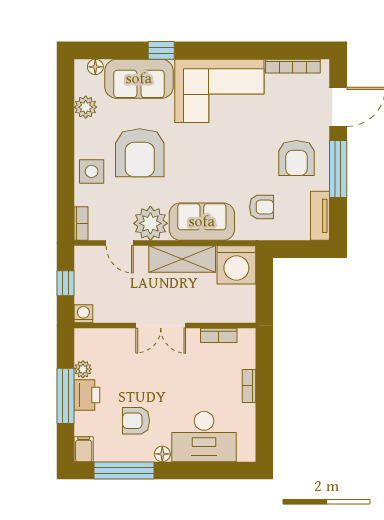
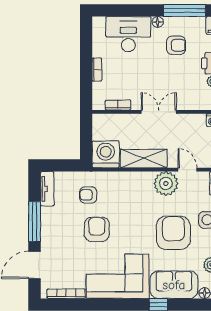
armchair: (297, 158) -> (97, 229), moved
sofa: (202, 222) -> (130, 185), removed

